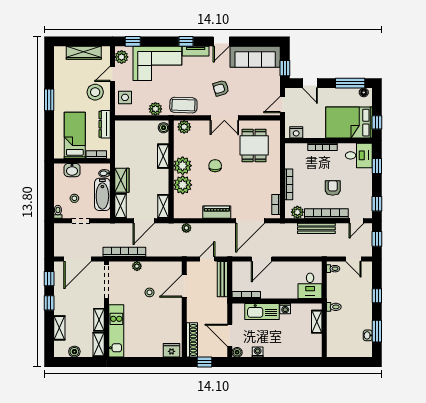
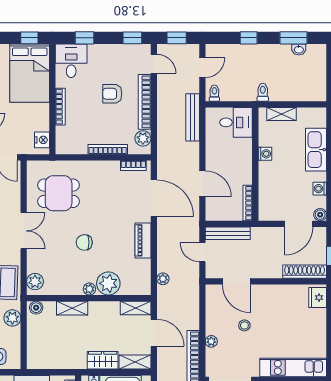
plant: (183, 166) -> (89, 289), width x0.53, depth x0.53
bench: (316, 228) -> (193, 117), moved
kitchen sink: (262, 312) -> (316, 150), moved, turned 180

